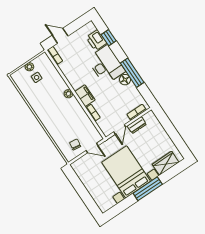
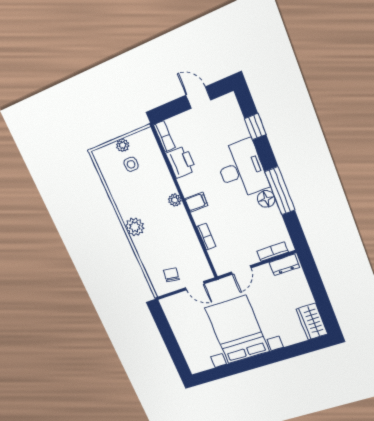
door: (60, 36) -> (198, 98), moved
printer: (96, 40) -> (181, 162), moved, turned 180
filing cabinet: (85, 96) -> (196, 202), width x0.50
plant: (45, 118) -> (135, 227), added
dresser: (137, 125) -> (284, 265), moved
wardrobe: (166, 163) -> (312, 322), moved, turned -90
window: (148, 189) -> (263, 360), removed

